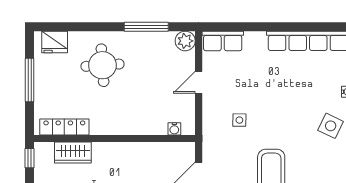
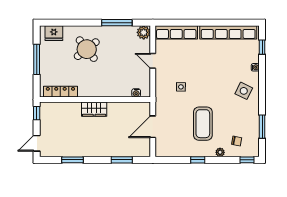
row of seats: (223, 41) -> (176, 32), width x1.48
round table: (102, 65) -> (87, 49), turned -34
door: (199, 82) -> (153, 61), hinge flipped
wardrobe: (73, 152) -> (94, 109), moved

